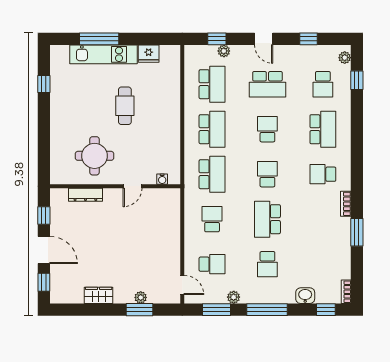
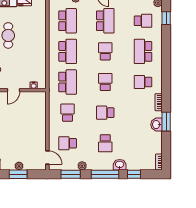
school desk: (267, 84) -> (105, 21), turned -90
school desk: (323, 84) -> (143, 21), turned -90
school desk: (323, 129) -> (143, 51), turned 180
school desk: (267, 219) -> (105, 113), width x0.54
washbasin: (343, 237) -> (156, 125), added
school desk: (212, 264) -> (68, 143), turned 180
washbasin: (305, 296) -> (120, 165), moved
window: (326, 310) -> (134, 174), moved

